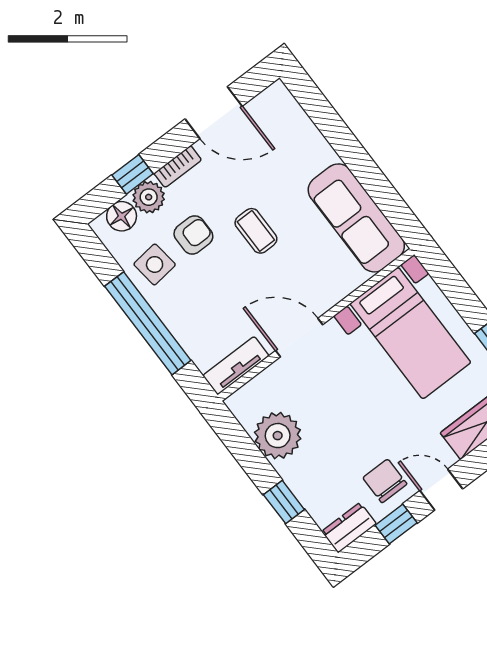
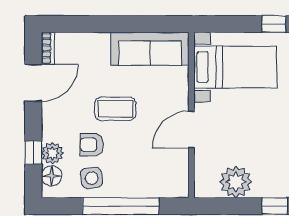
bookcase: (178, 167) -> (48, 48), moved
coffee table: (256, 231) -> (115, 109), width x1.36, depth x1.30
armchair: (193, 235) -> (92, 145), turned -90
tv unit: (236, 366) -> (180, 176), removed

